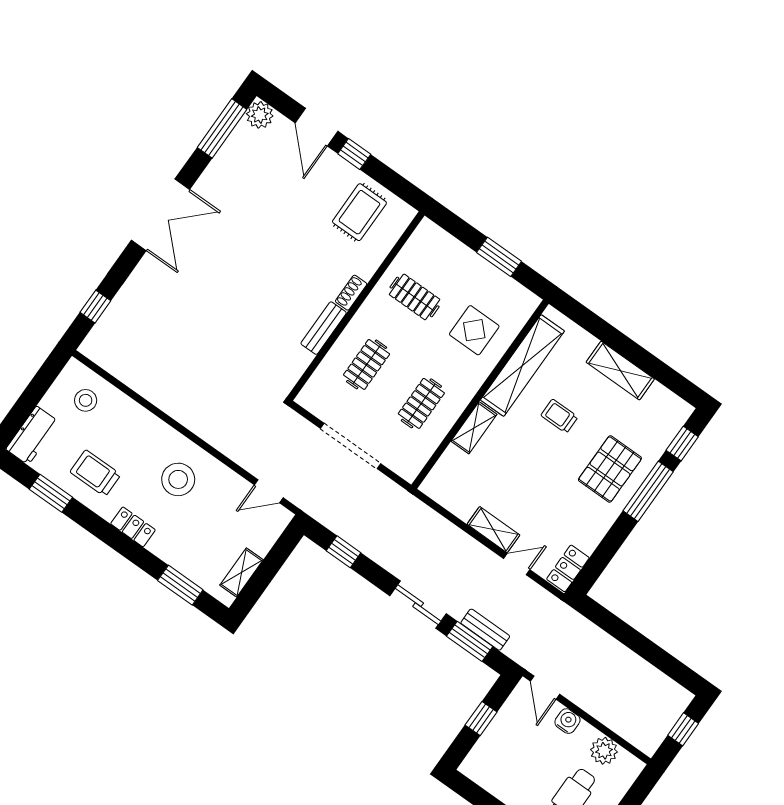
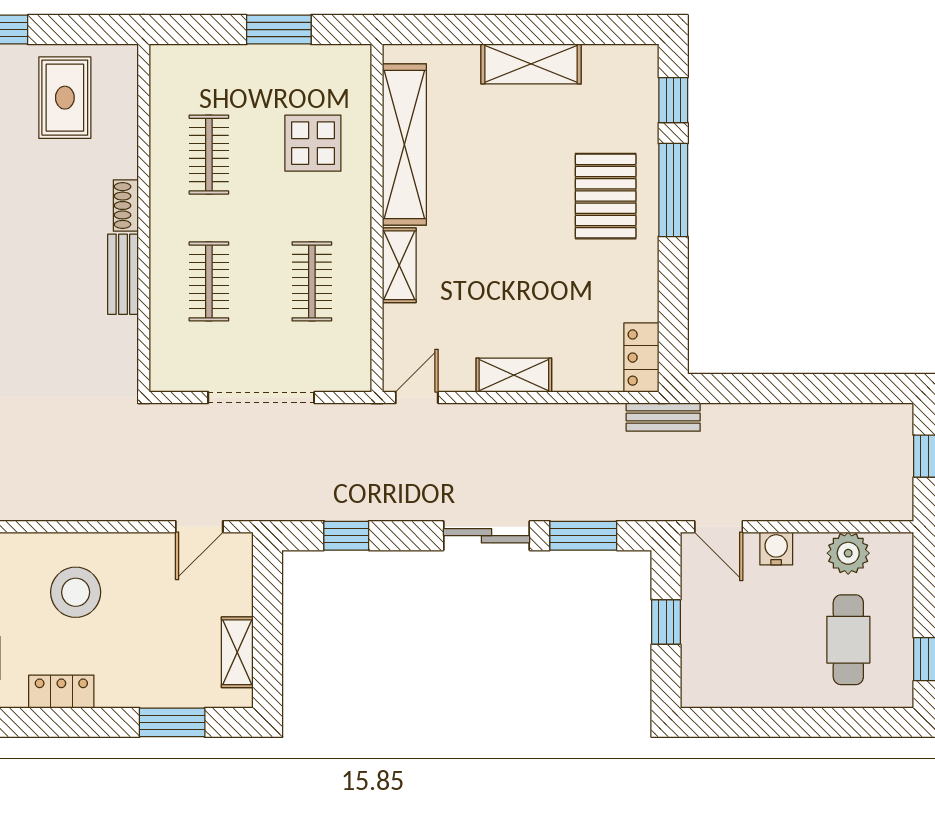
clothes rail: (415, 297) -> (209, 155), turned 90
trolley: (559, 416) -> (495, 175), removed
door: (517, 564) -> (417, 398), moved
bench: (485, 630) -> (663, 417), moved

